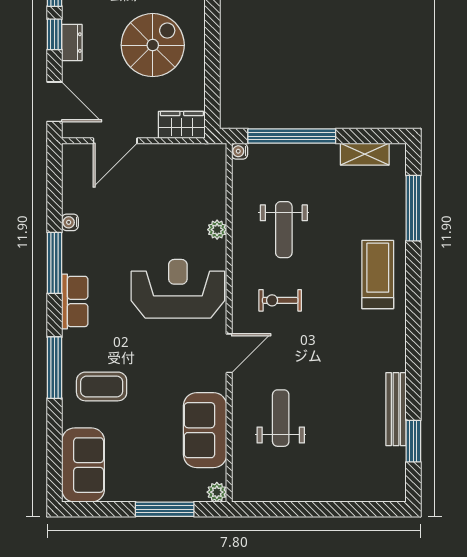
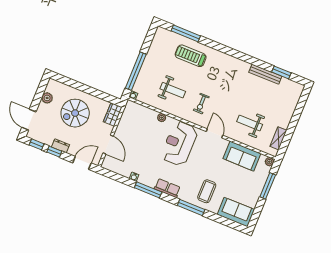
spiral stairs: (153, 45) -> (75, 113), turned -90
shelving: (365, 154) -> (278, 138), moved
treadmill: (378, 275) -> (191, 56), moved

